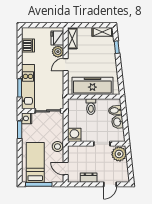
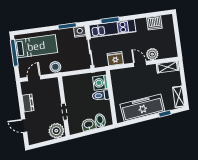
fridge: (57, 38) -> (115, 59), moved
freezer: (92, 86) -> (142, 108), moved, turned -96
washing machine: (74, 135) -> (100, 83), moved, turned 180

